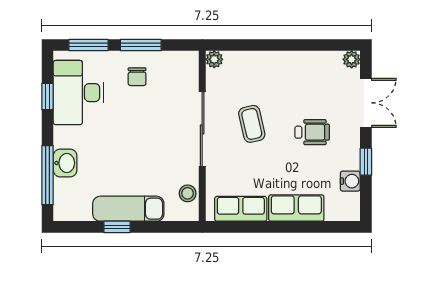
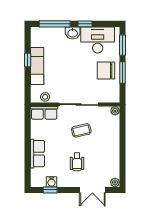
chair: (137, 77) -> (106, 71), width x1.87, depth x1.87
window: (48, 97) -> (85, 24), moved
window: (366, 162) -> (50, 190), moved
washbasin: (65, 163) -> (73, 33), moved
row of seats: (241, 209) -> (44, 113), moved, turned 90

